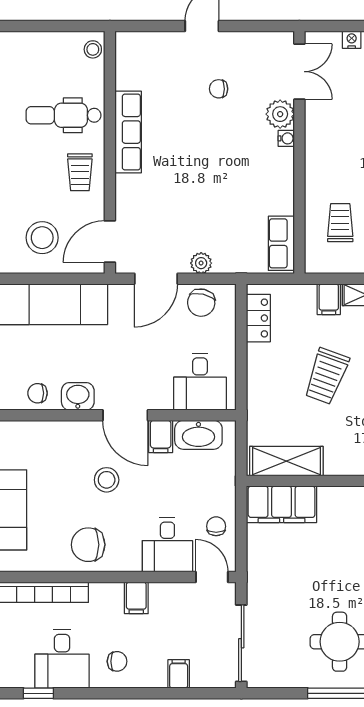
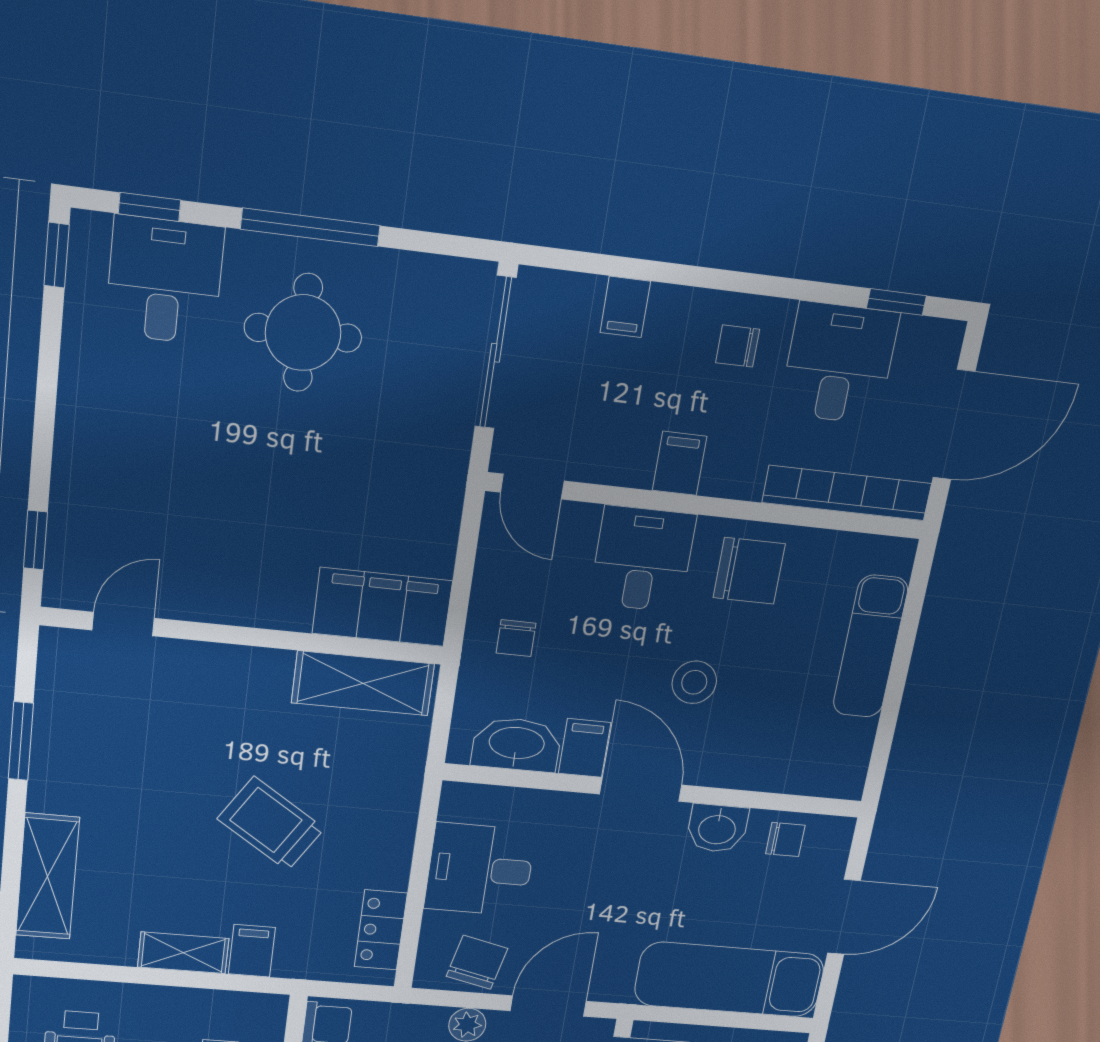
trolley: (326, 376) -> (271, 824), turned -77
desk: (200, 382) -> (480, 869), moved, turned -90
chair: (216, 526) -> (516, 638), moved
desk: (167, 545) -> (643, 559), moved

